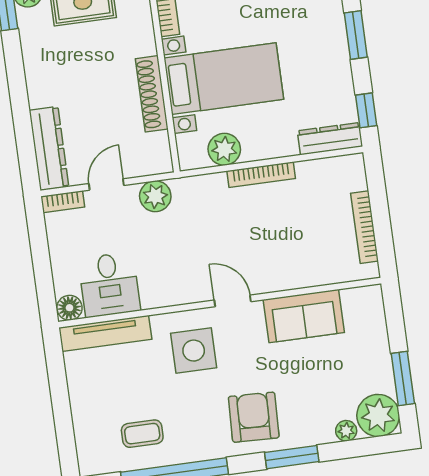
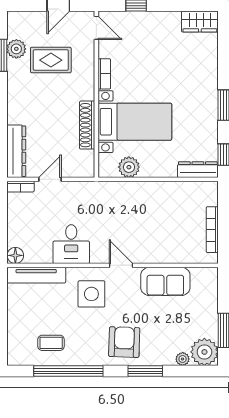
bookcase: (261, 175) -> (150, 187), removed
plant: (155, 196) -> (80, 191), removed
desk: (109, 285) -> (71, 244), moved

